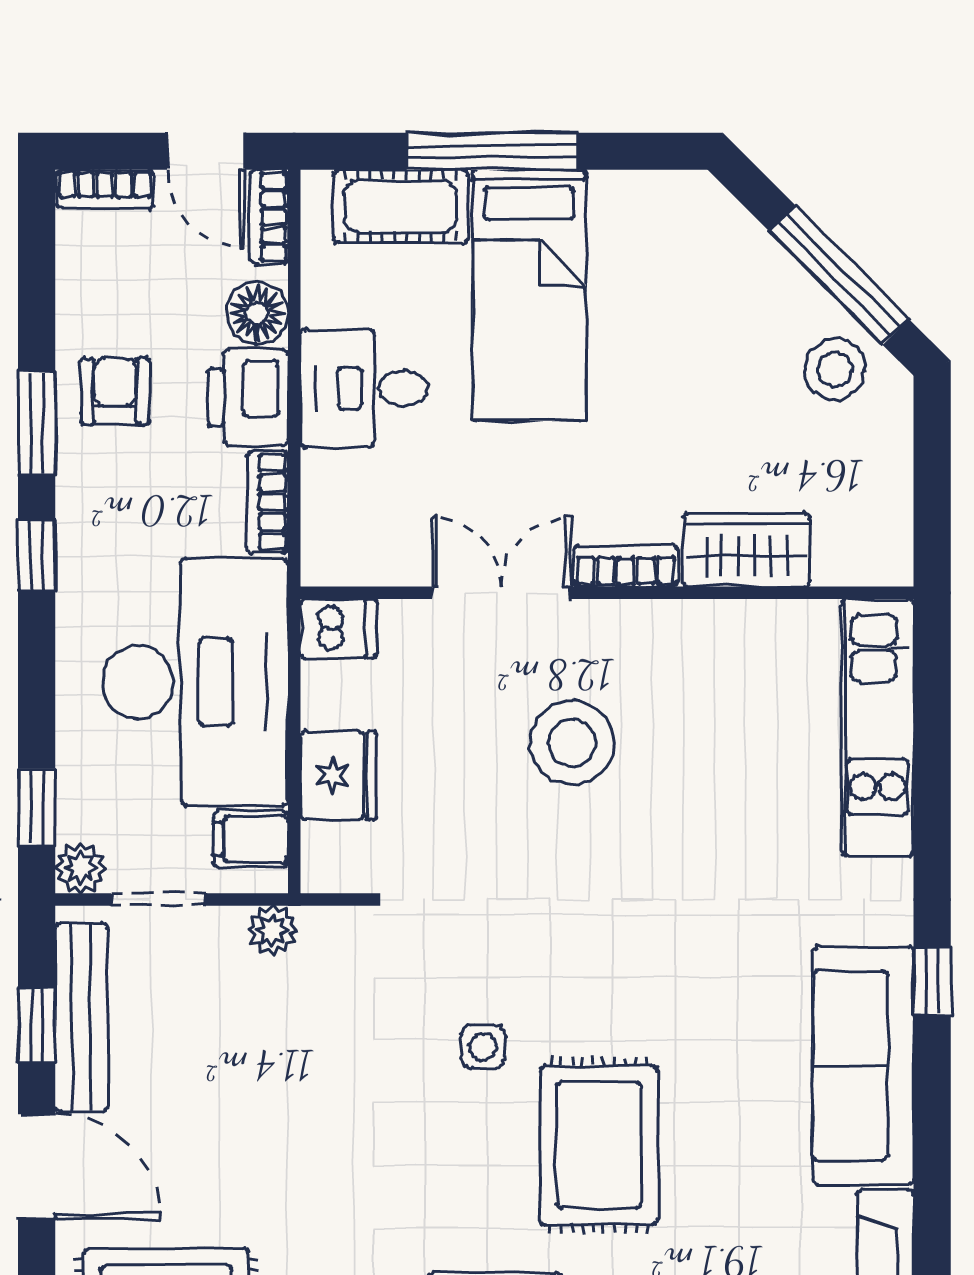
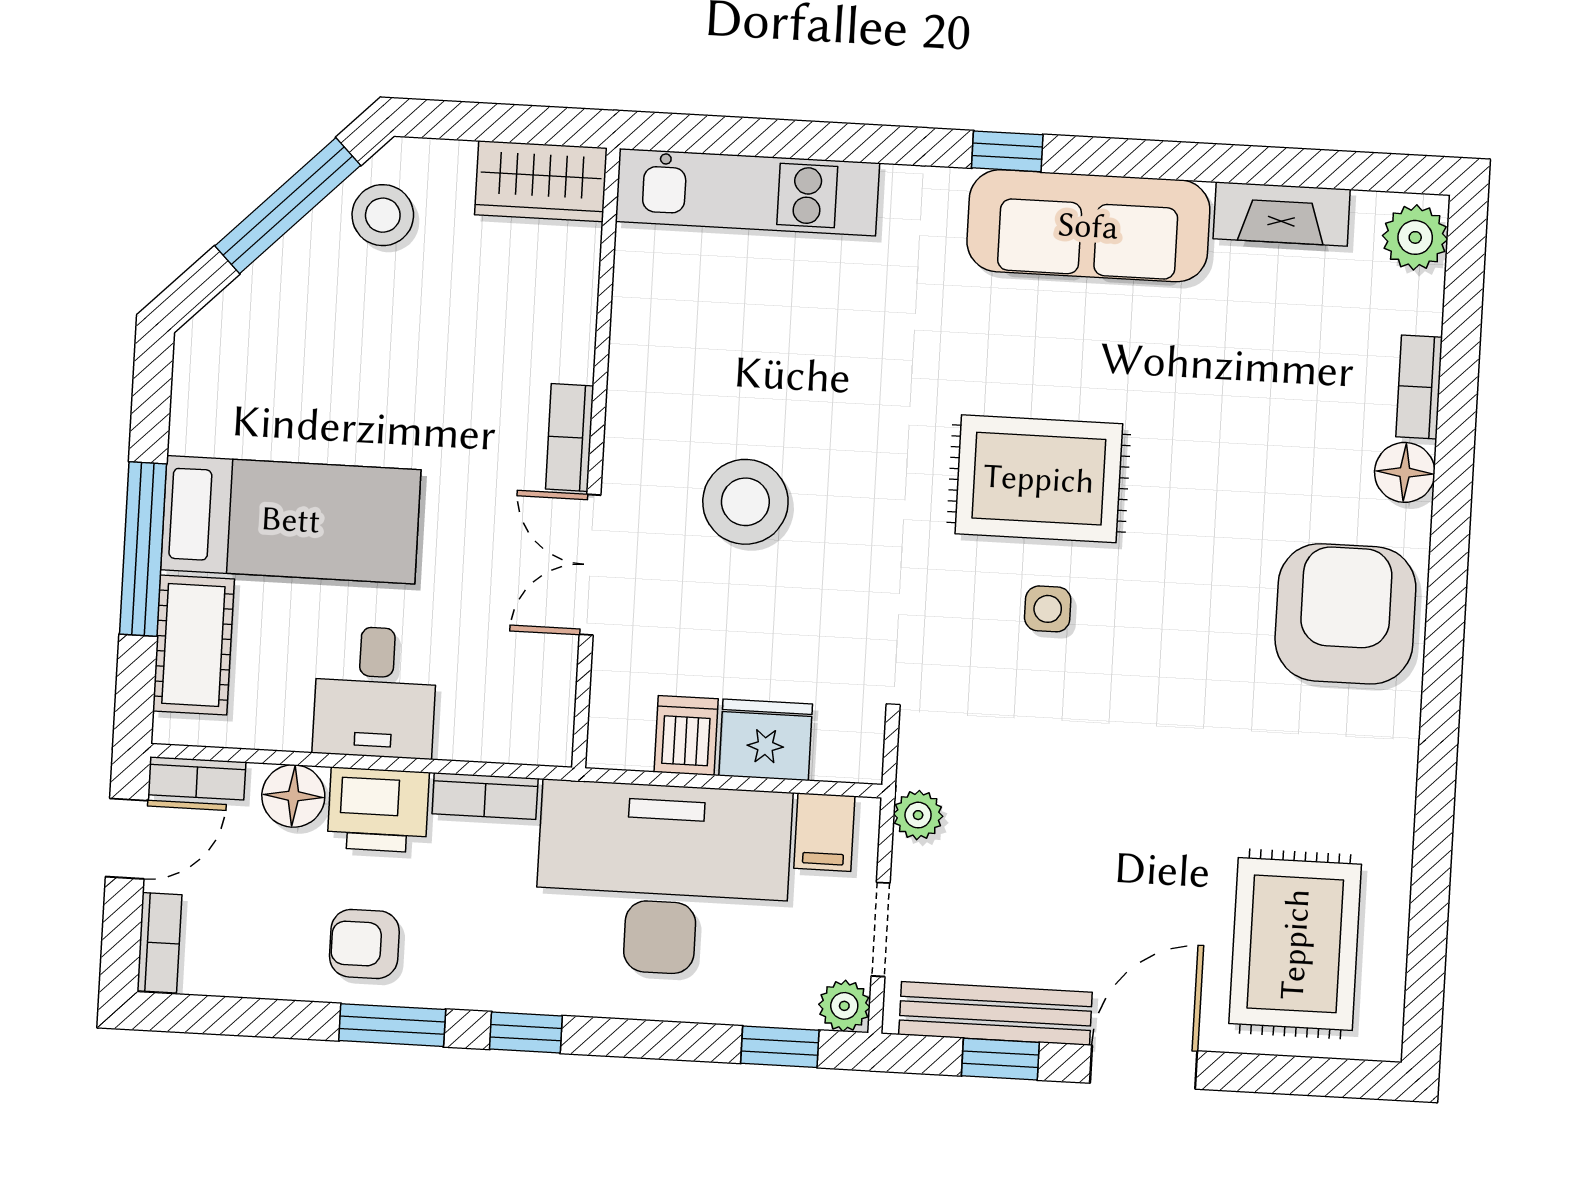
wardrobe: (746, 550) -> (541, 181), moved, turned -90
dishwasher: (338, 629) -> (686, 735), moved
rug: (599, 1145) -> (1039, 479), moved

